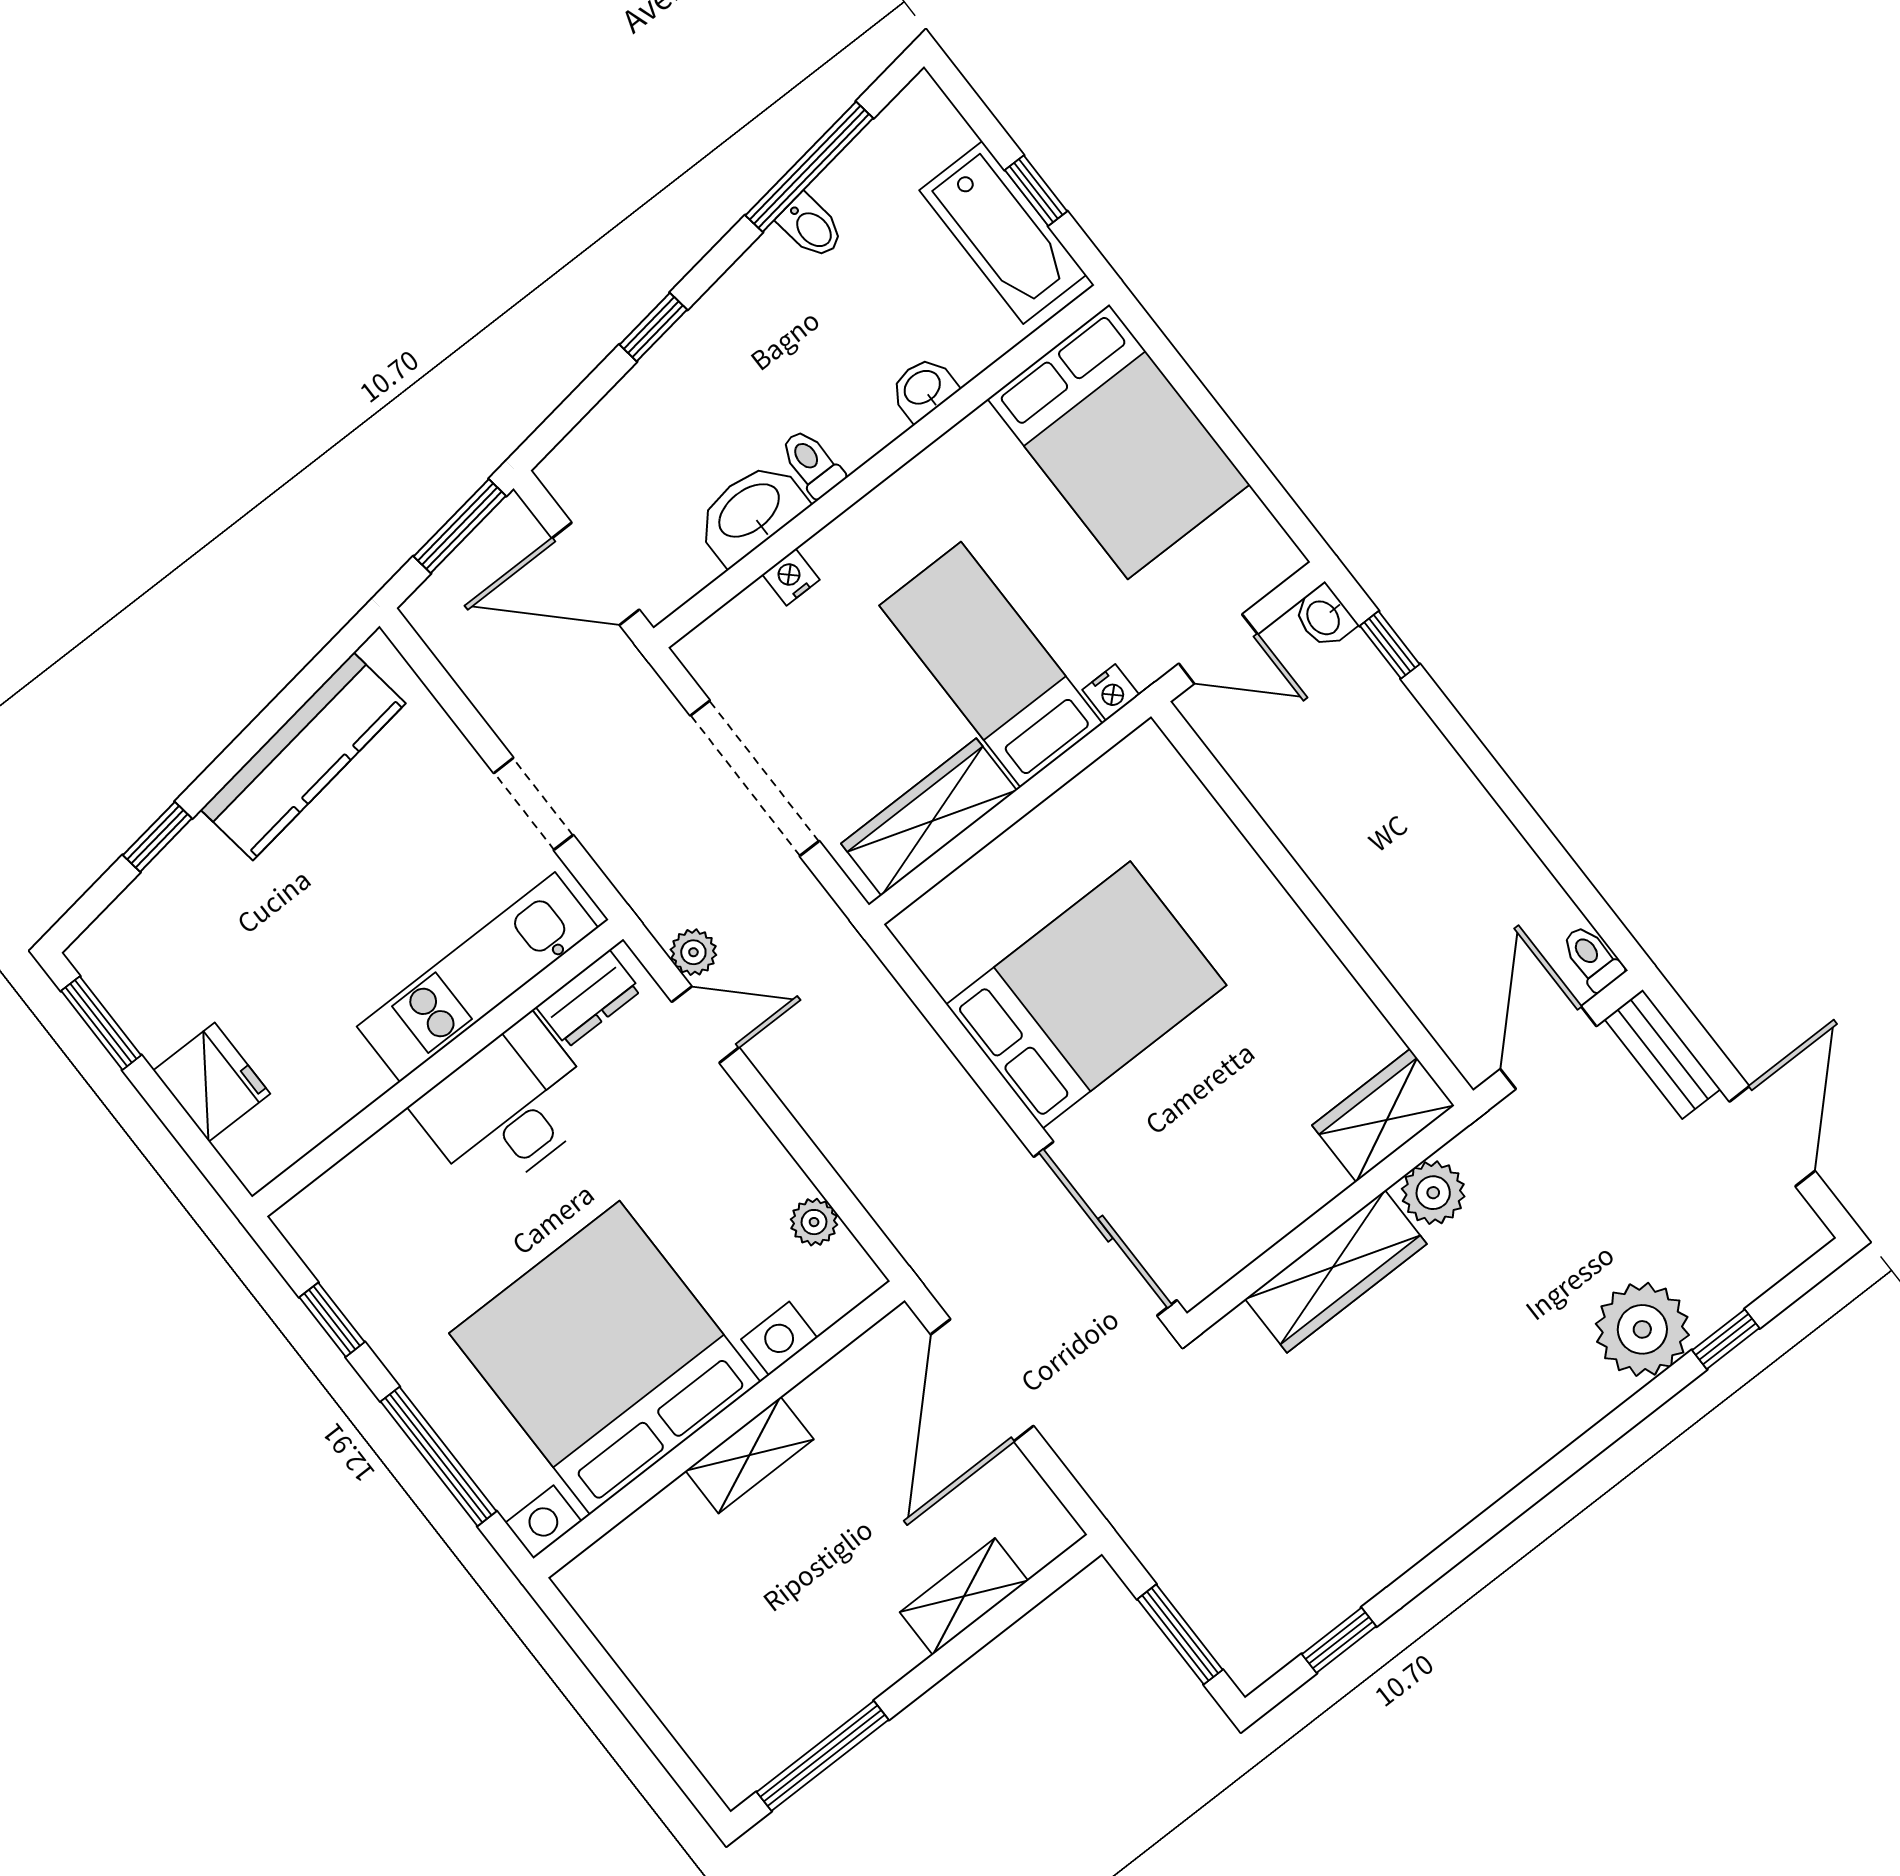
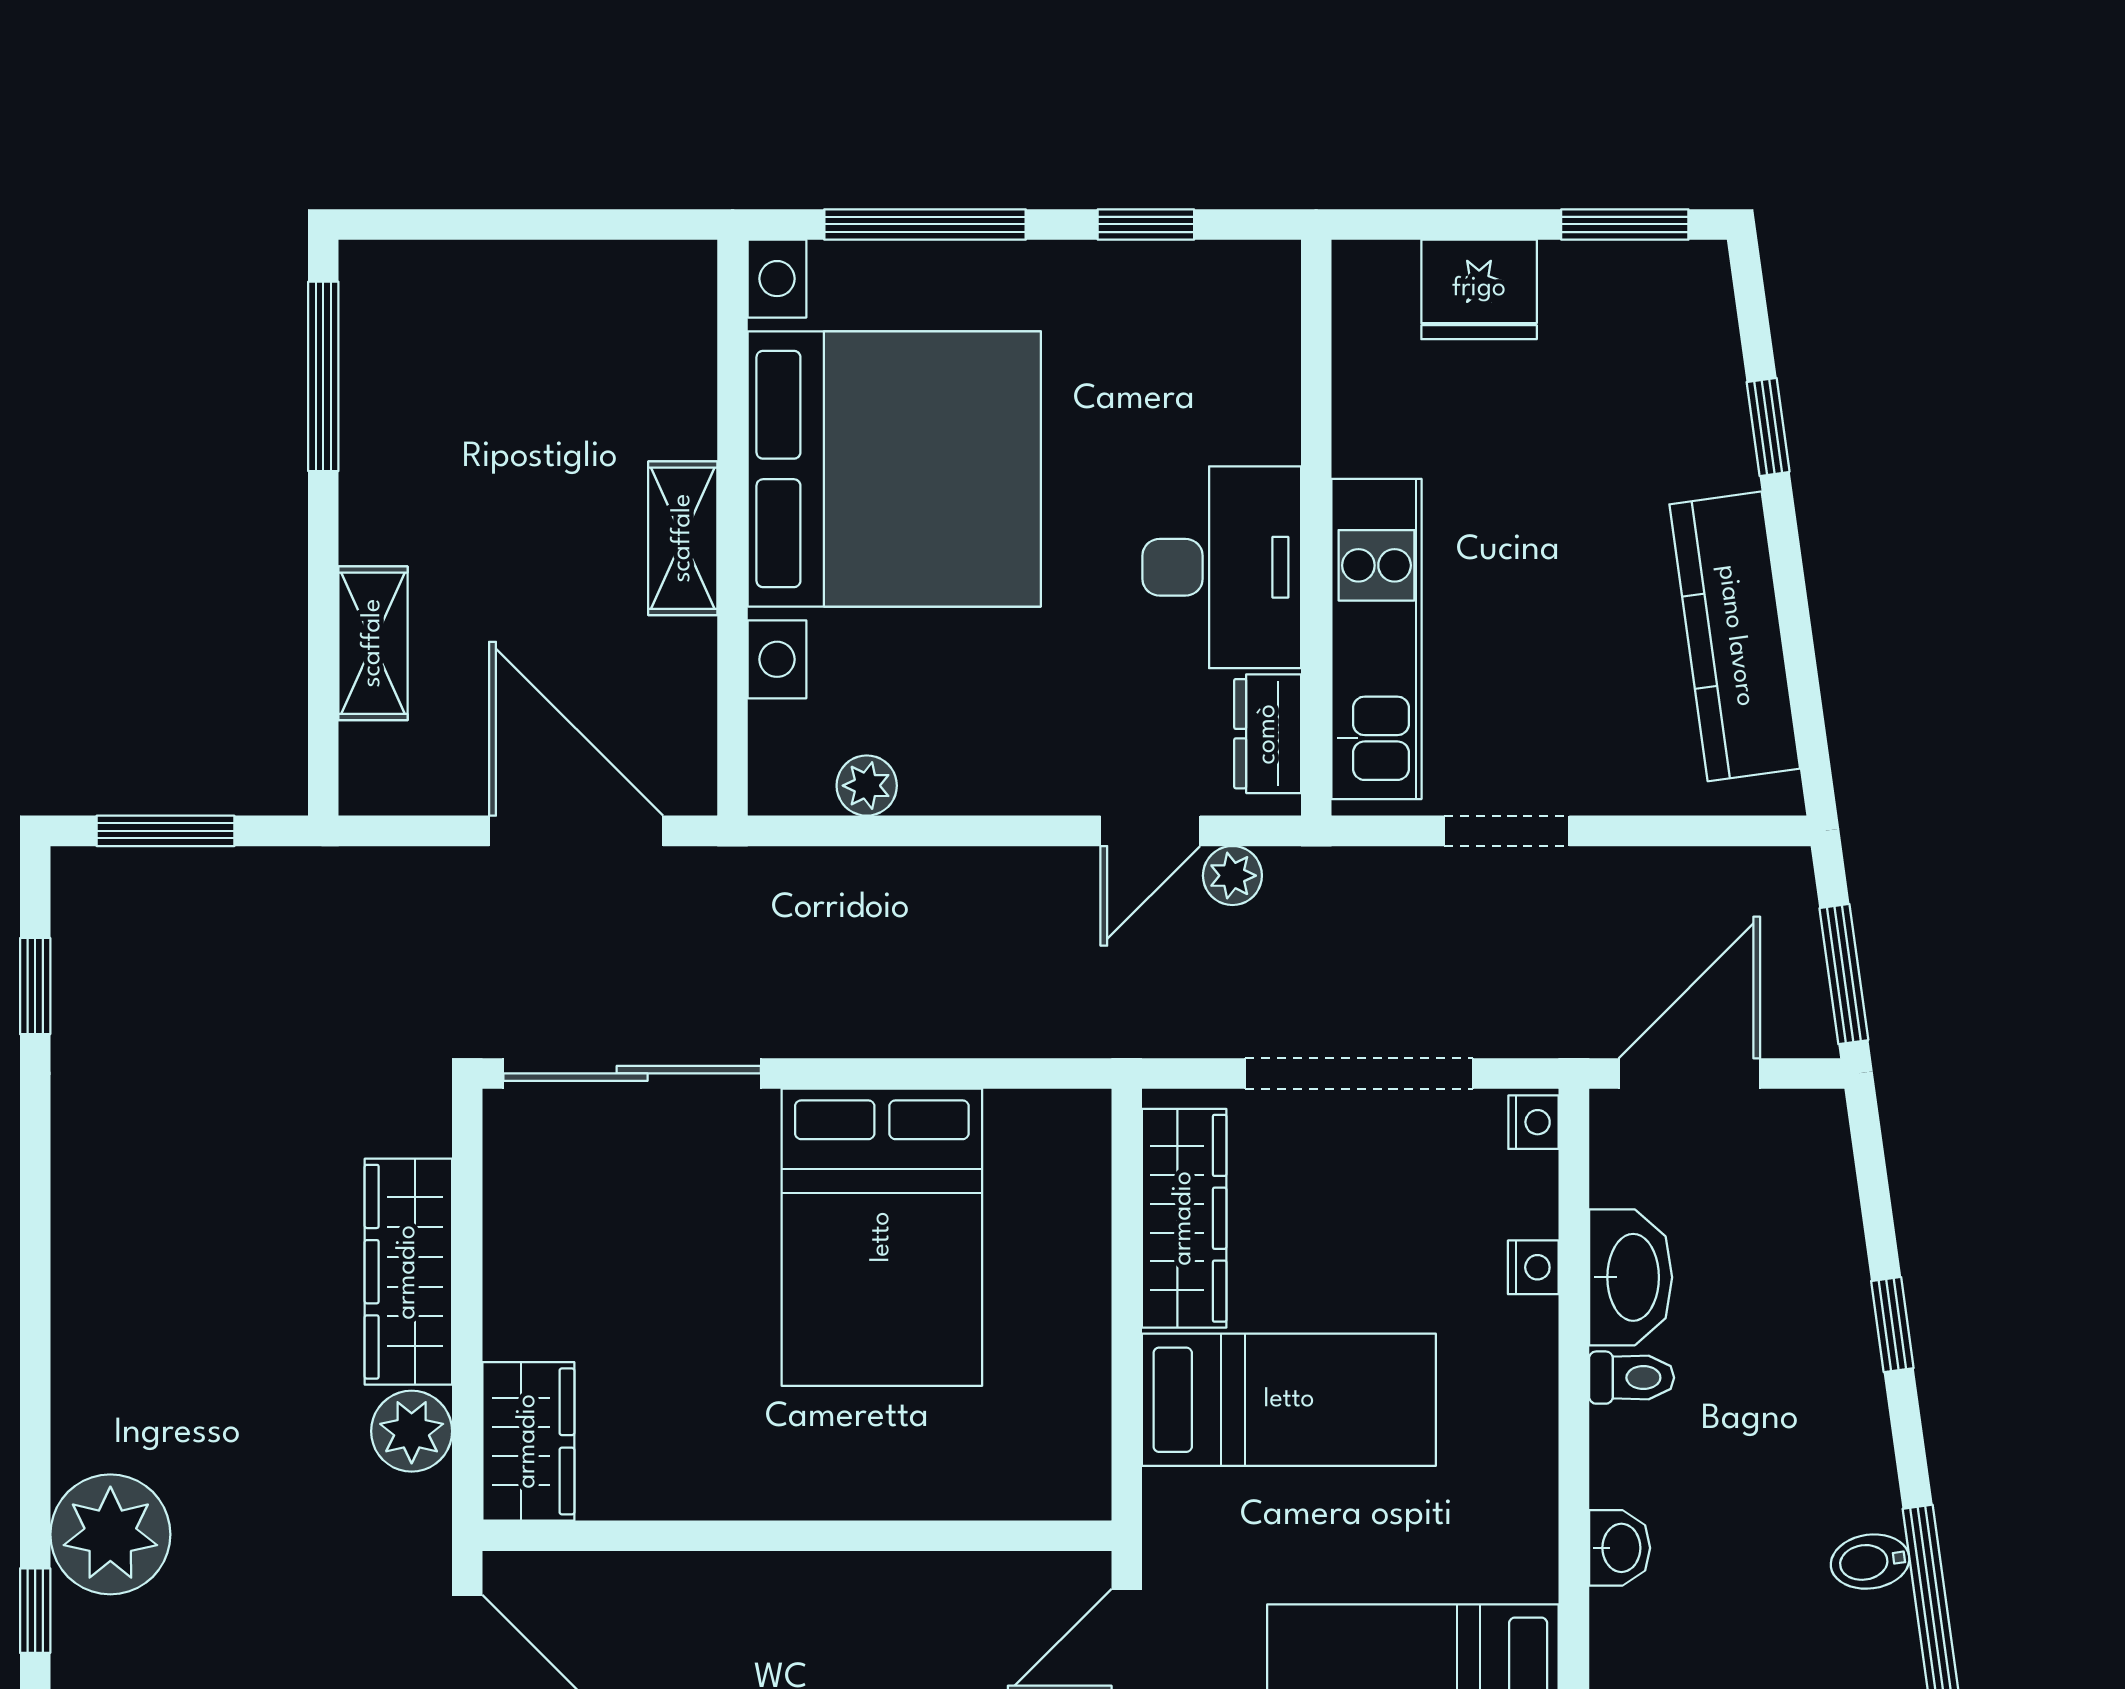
nightstand: (1111, 692) -> (1534, 1122), moved, turned 180

